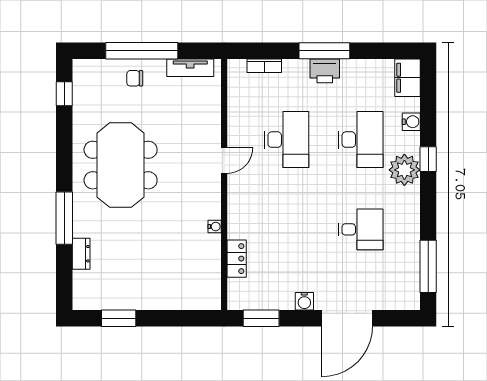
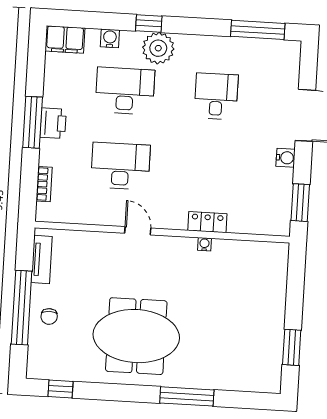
dresser: (81, 254) -> (224, 381), removed
locker: (237, 259) -> (207, 222), moved

